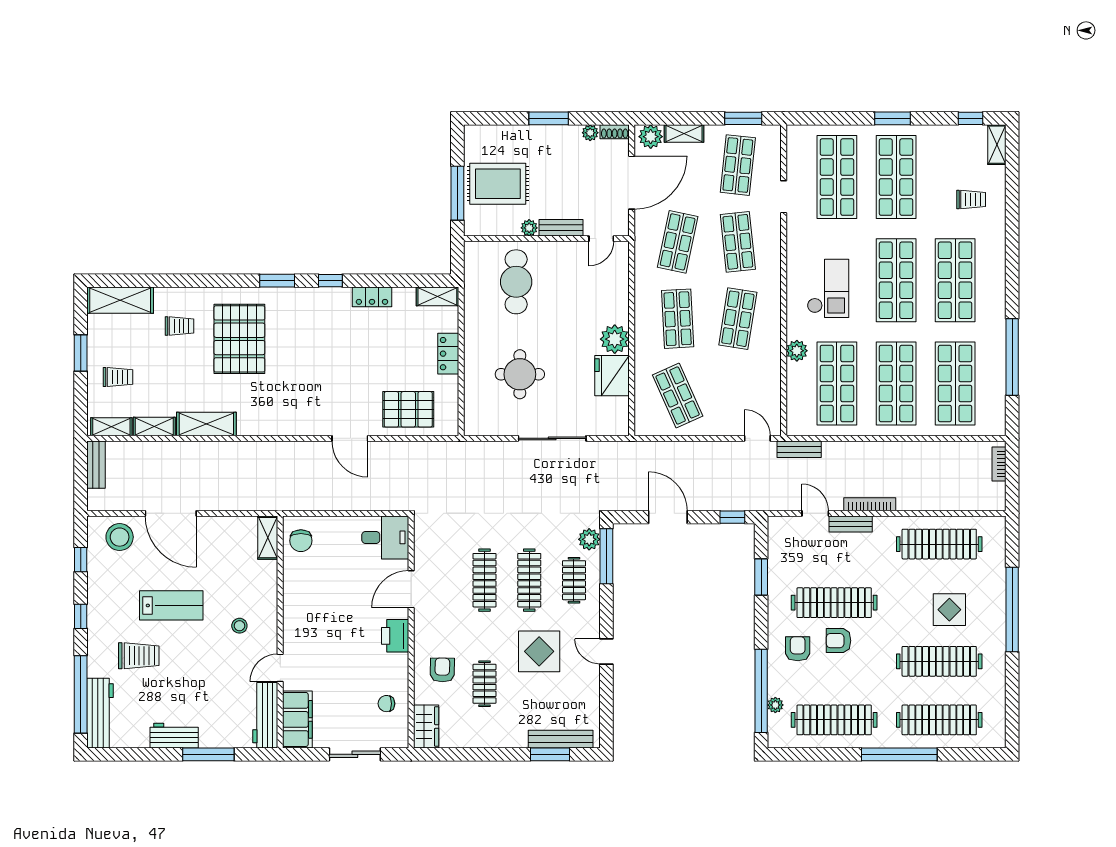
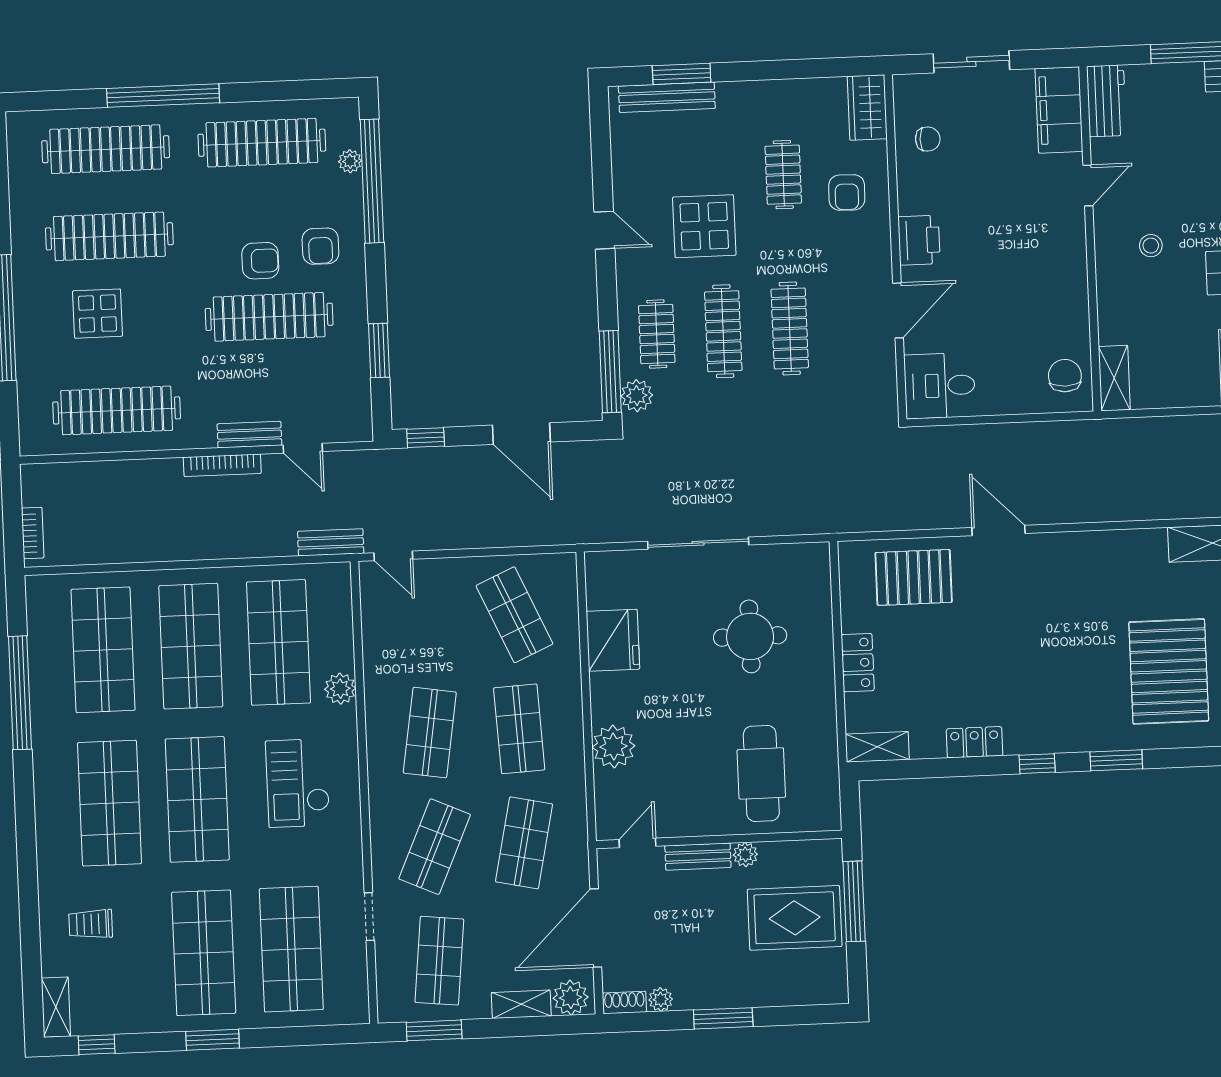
shop shelf: (738, 242) -> (435, 847), turned 30
plant: (615, 339) -> (614, 747), moved
workbench: (265, 715) -> (1106, 101), width x0.73

